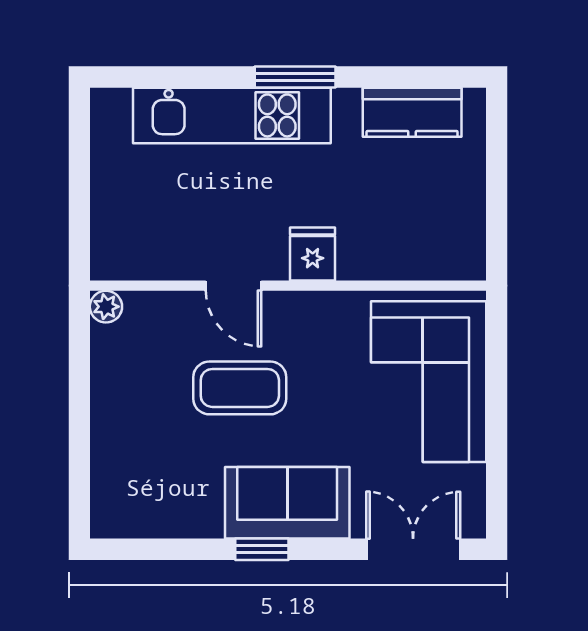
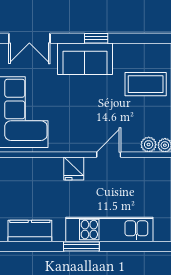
door: (234, 286) -> (109, 155), hinge flipped
plant: (143, 308) -> (149, 145), added
coffee table: (240, 388) -> (146, 84), moved

